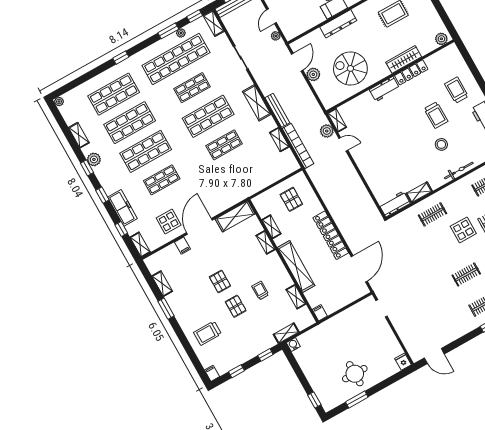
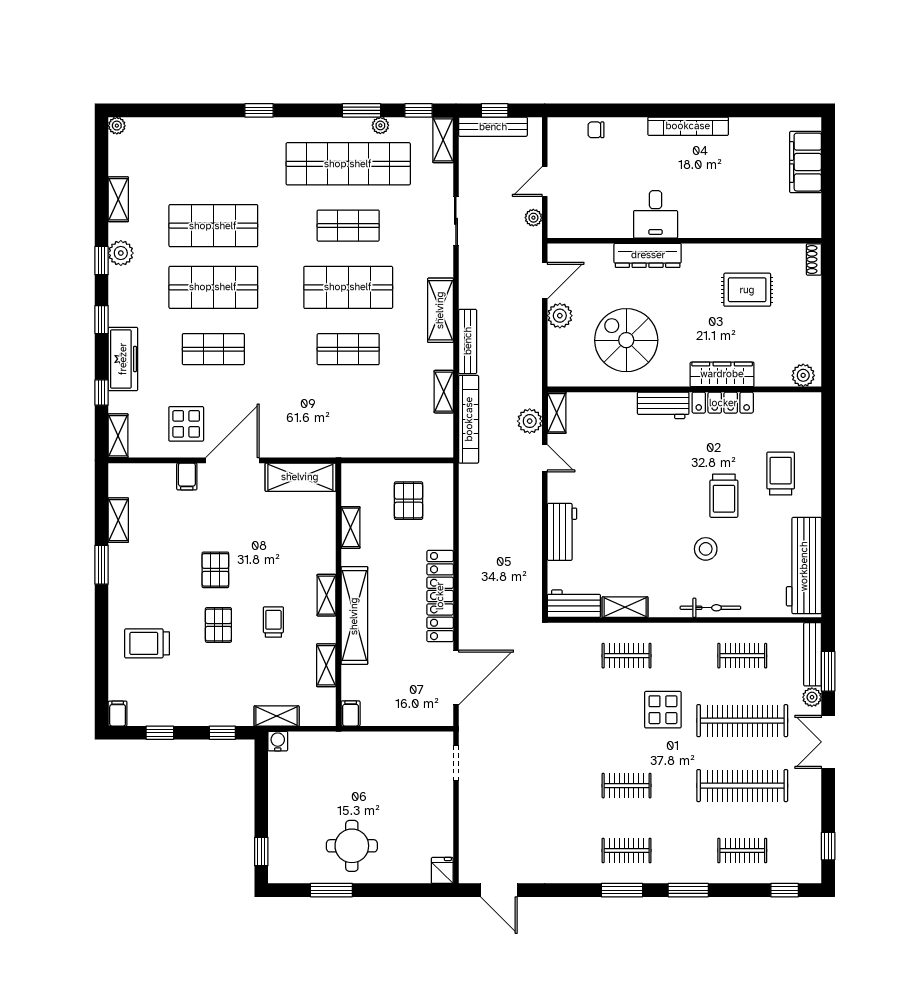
shop shelf: (114, 94) -> (213, 164), removed
workbench: (370, 174) -> (562, 532), added
shelving: (266, 242) -> (326, 595), moved

